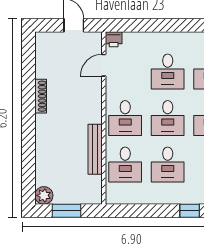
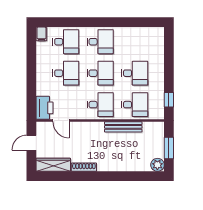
printer: (114, 39) -> (44, 108), width x1.87, depth x1.48
wardrobe: (44, 55) -> (53, 165), added
window: (190, 211) -> (169, 100), moved

